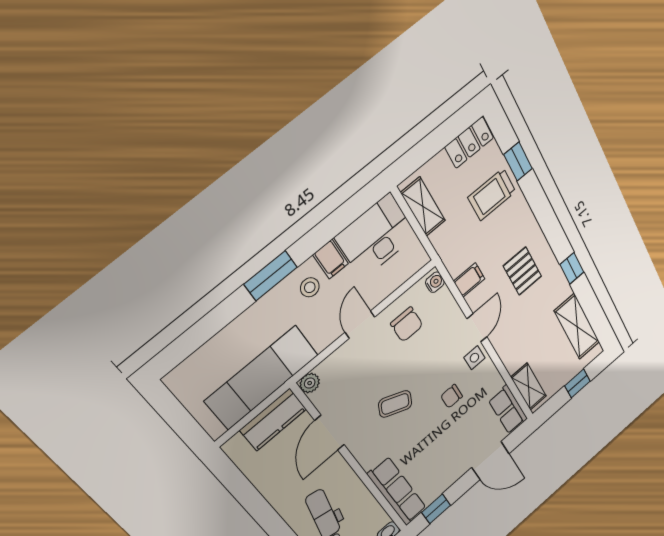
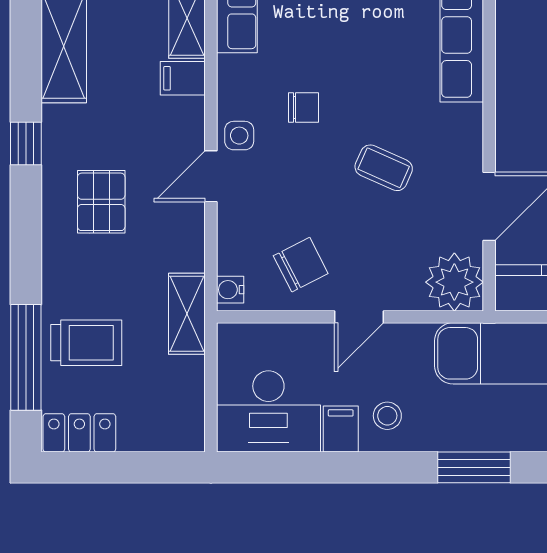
window: (518, 162) -> (26, 357), width x2.17
shelving: (423, 207) -> (187, 314), moved
window: (271, 276) -> (474, 467), moved
filing cabinet: (469, 280) -> (183, 78), moved
chair: (407, 324) -> (301, 265), turned 63
plant: (310, 383) -> (454, 282), width x1.88, depth x1.88

